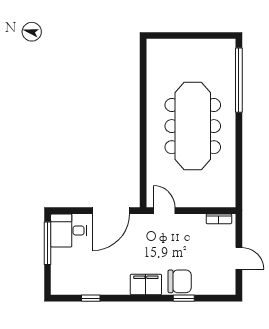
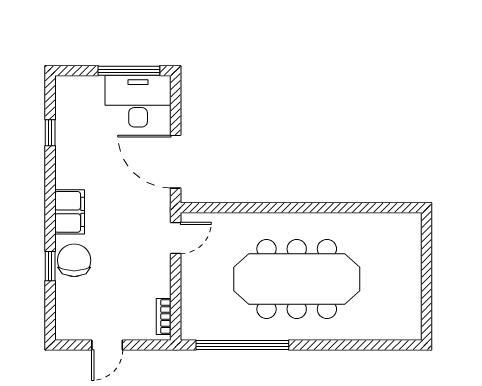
window: (239, 80) -> (242, 345), moved
desk: (69, 231) -> (138, 101), width x1.37
chair: (180, 281) -> (74, 260), turned 180

